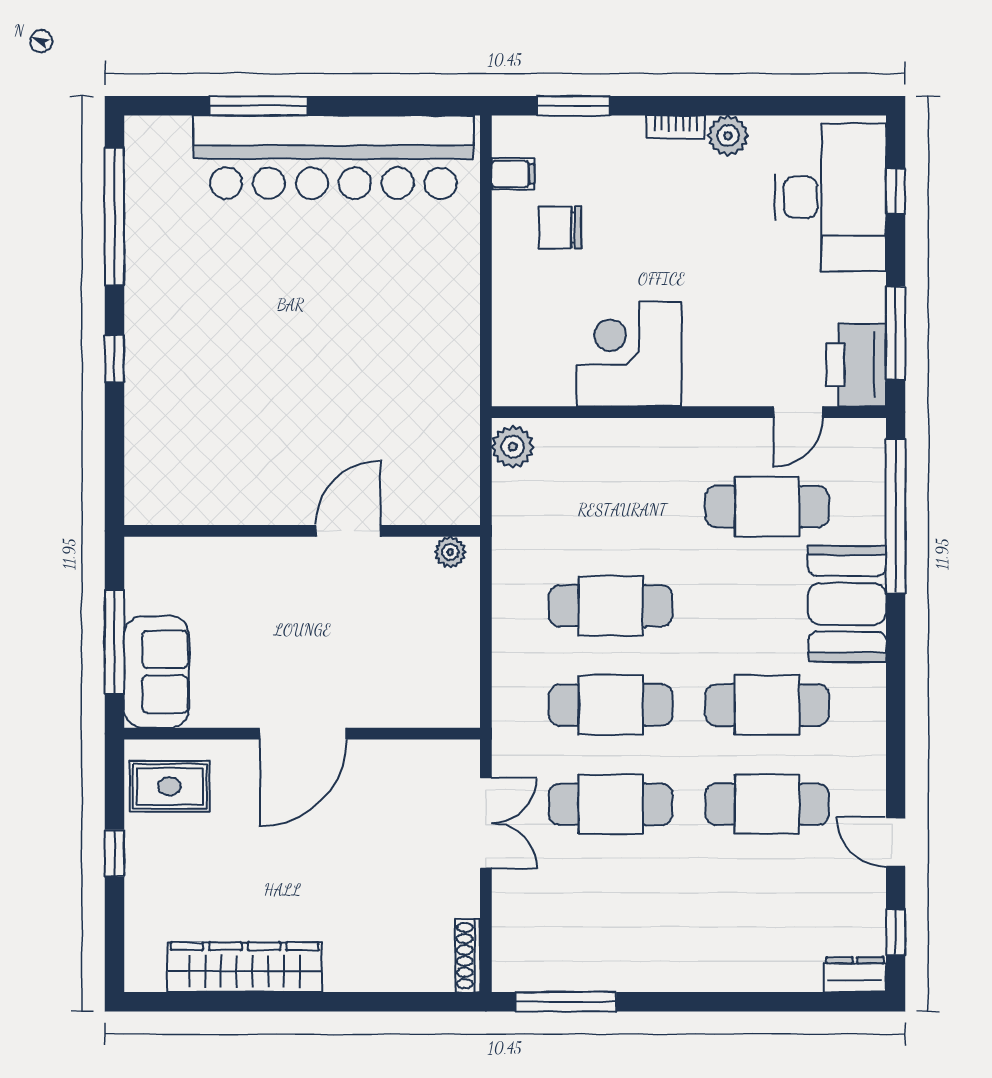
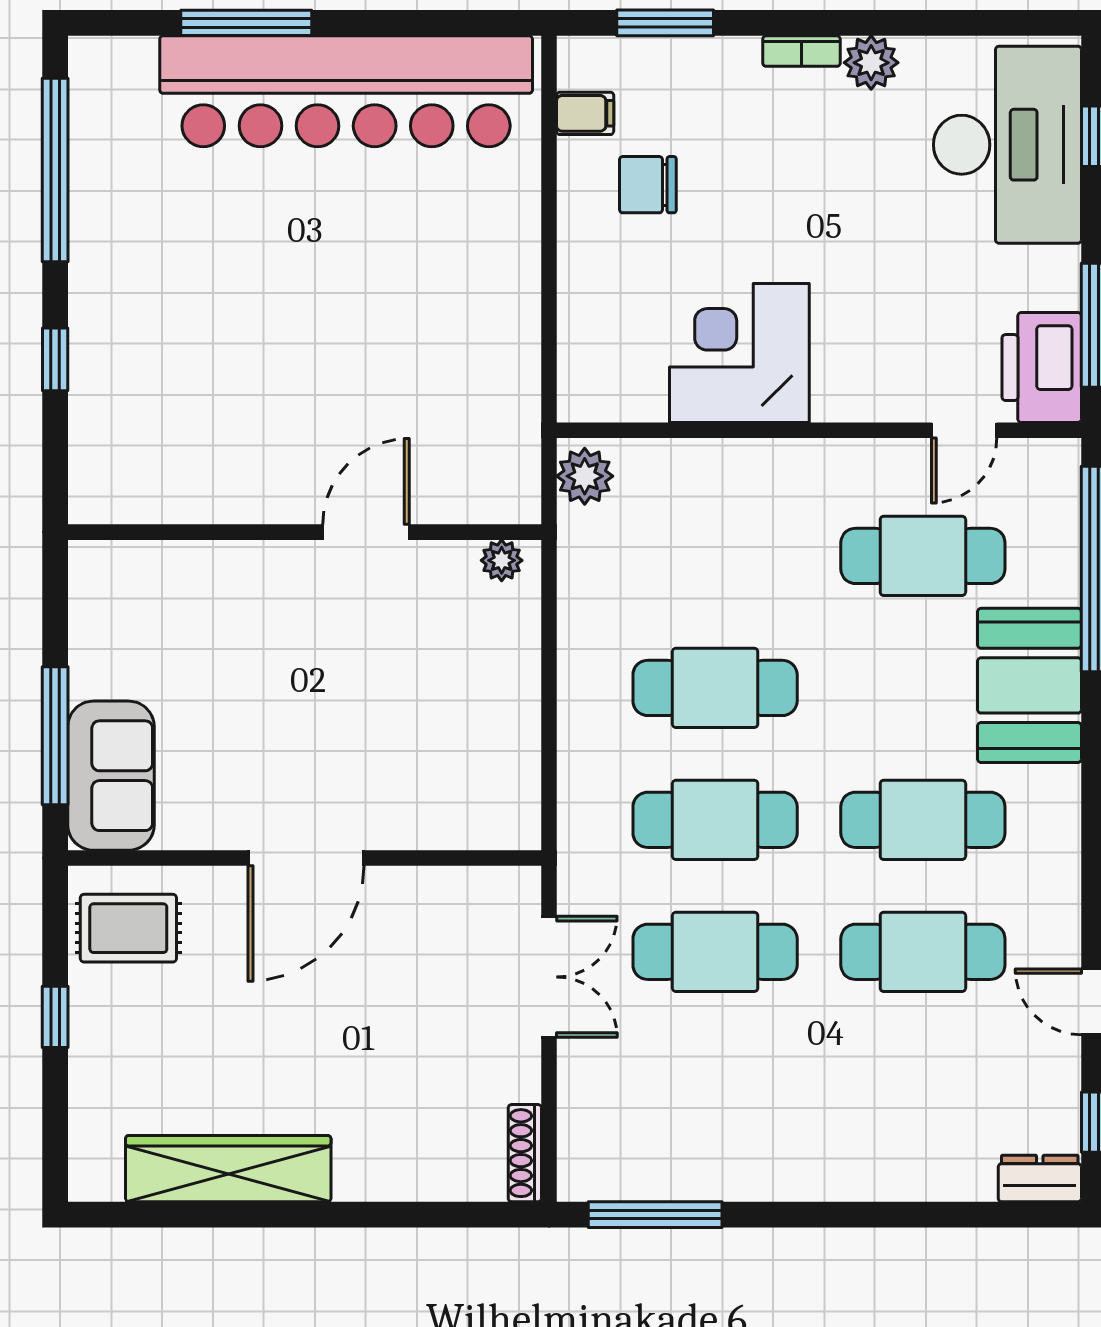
wall: (302, 531) -> (305, 532), moved
door: (348, 531) -> (366, 532), moved
plant: (450, 552) -> (502, 560), moved

